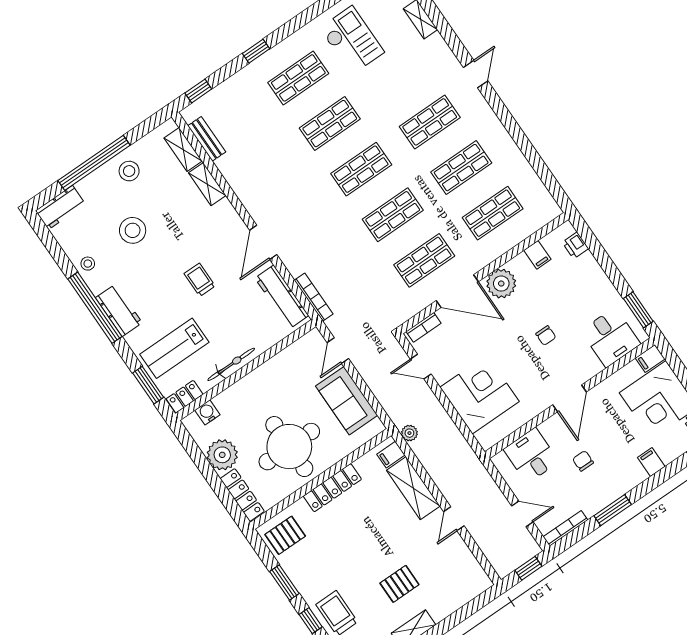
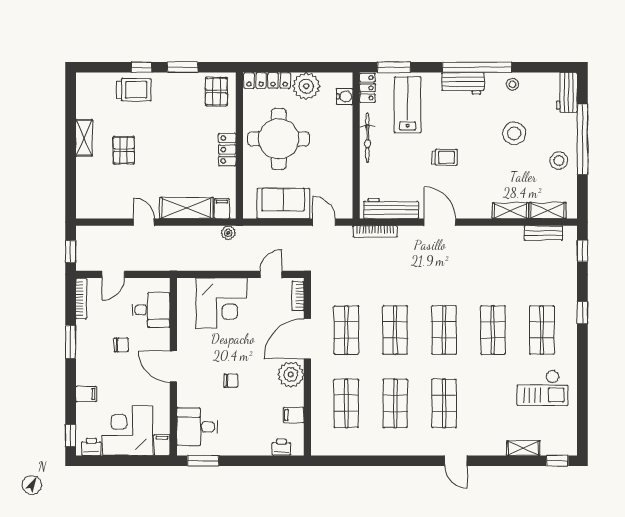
chair: (546, 336) -> (231, 381), turned 180
locker: (332, 488) -> (227, 150), width x0.66

